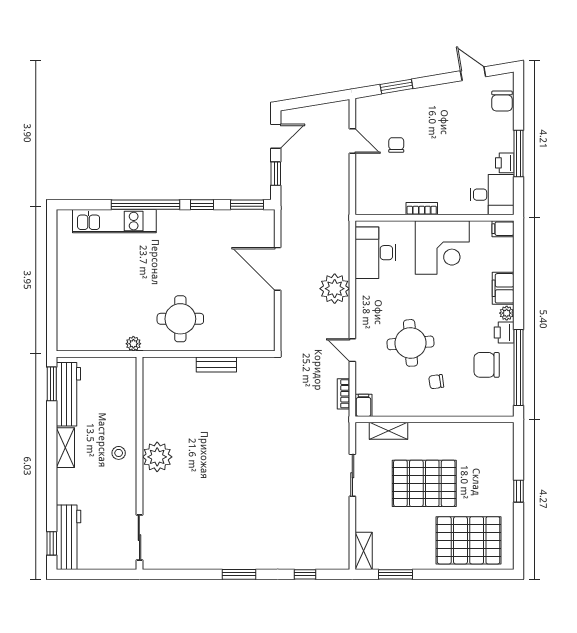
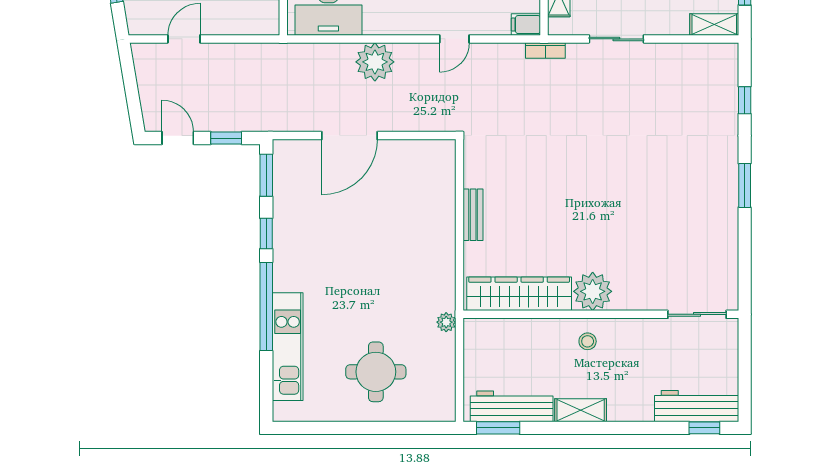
round table: (180, 319) -> (376, 372), moved
bookcase: (343, 394) -> (545, 51), moved
wardrobe: (155, 400) -> (519, 294), added

